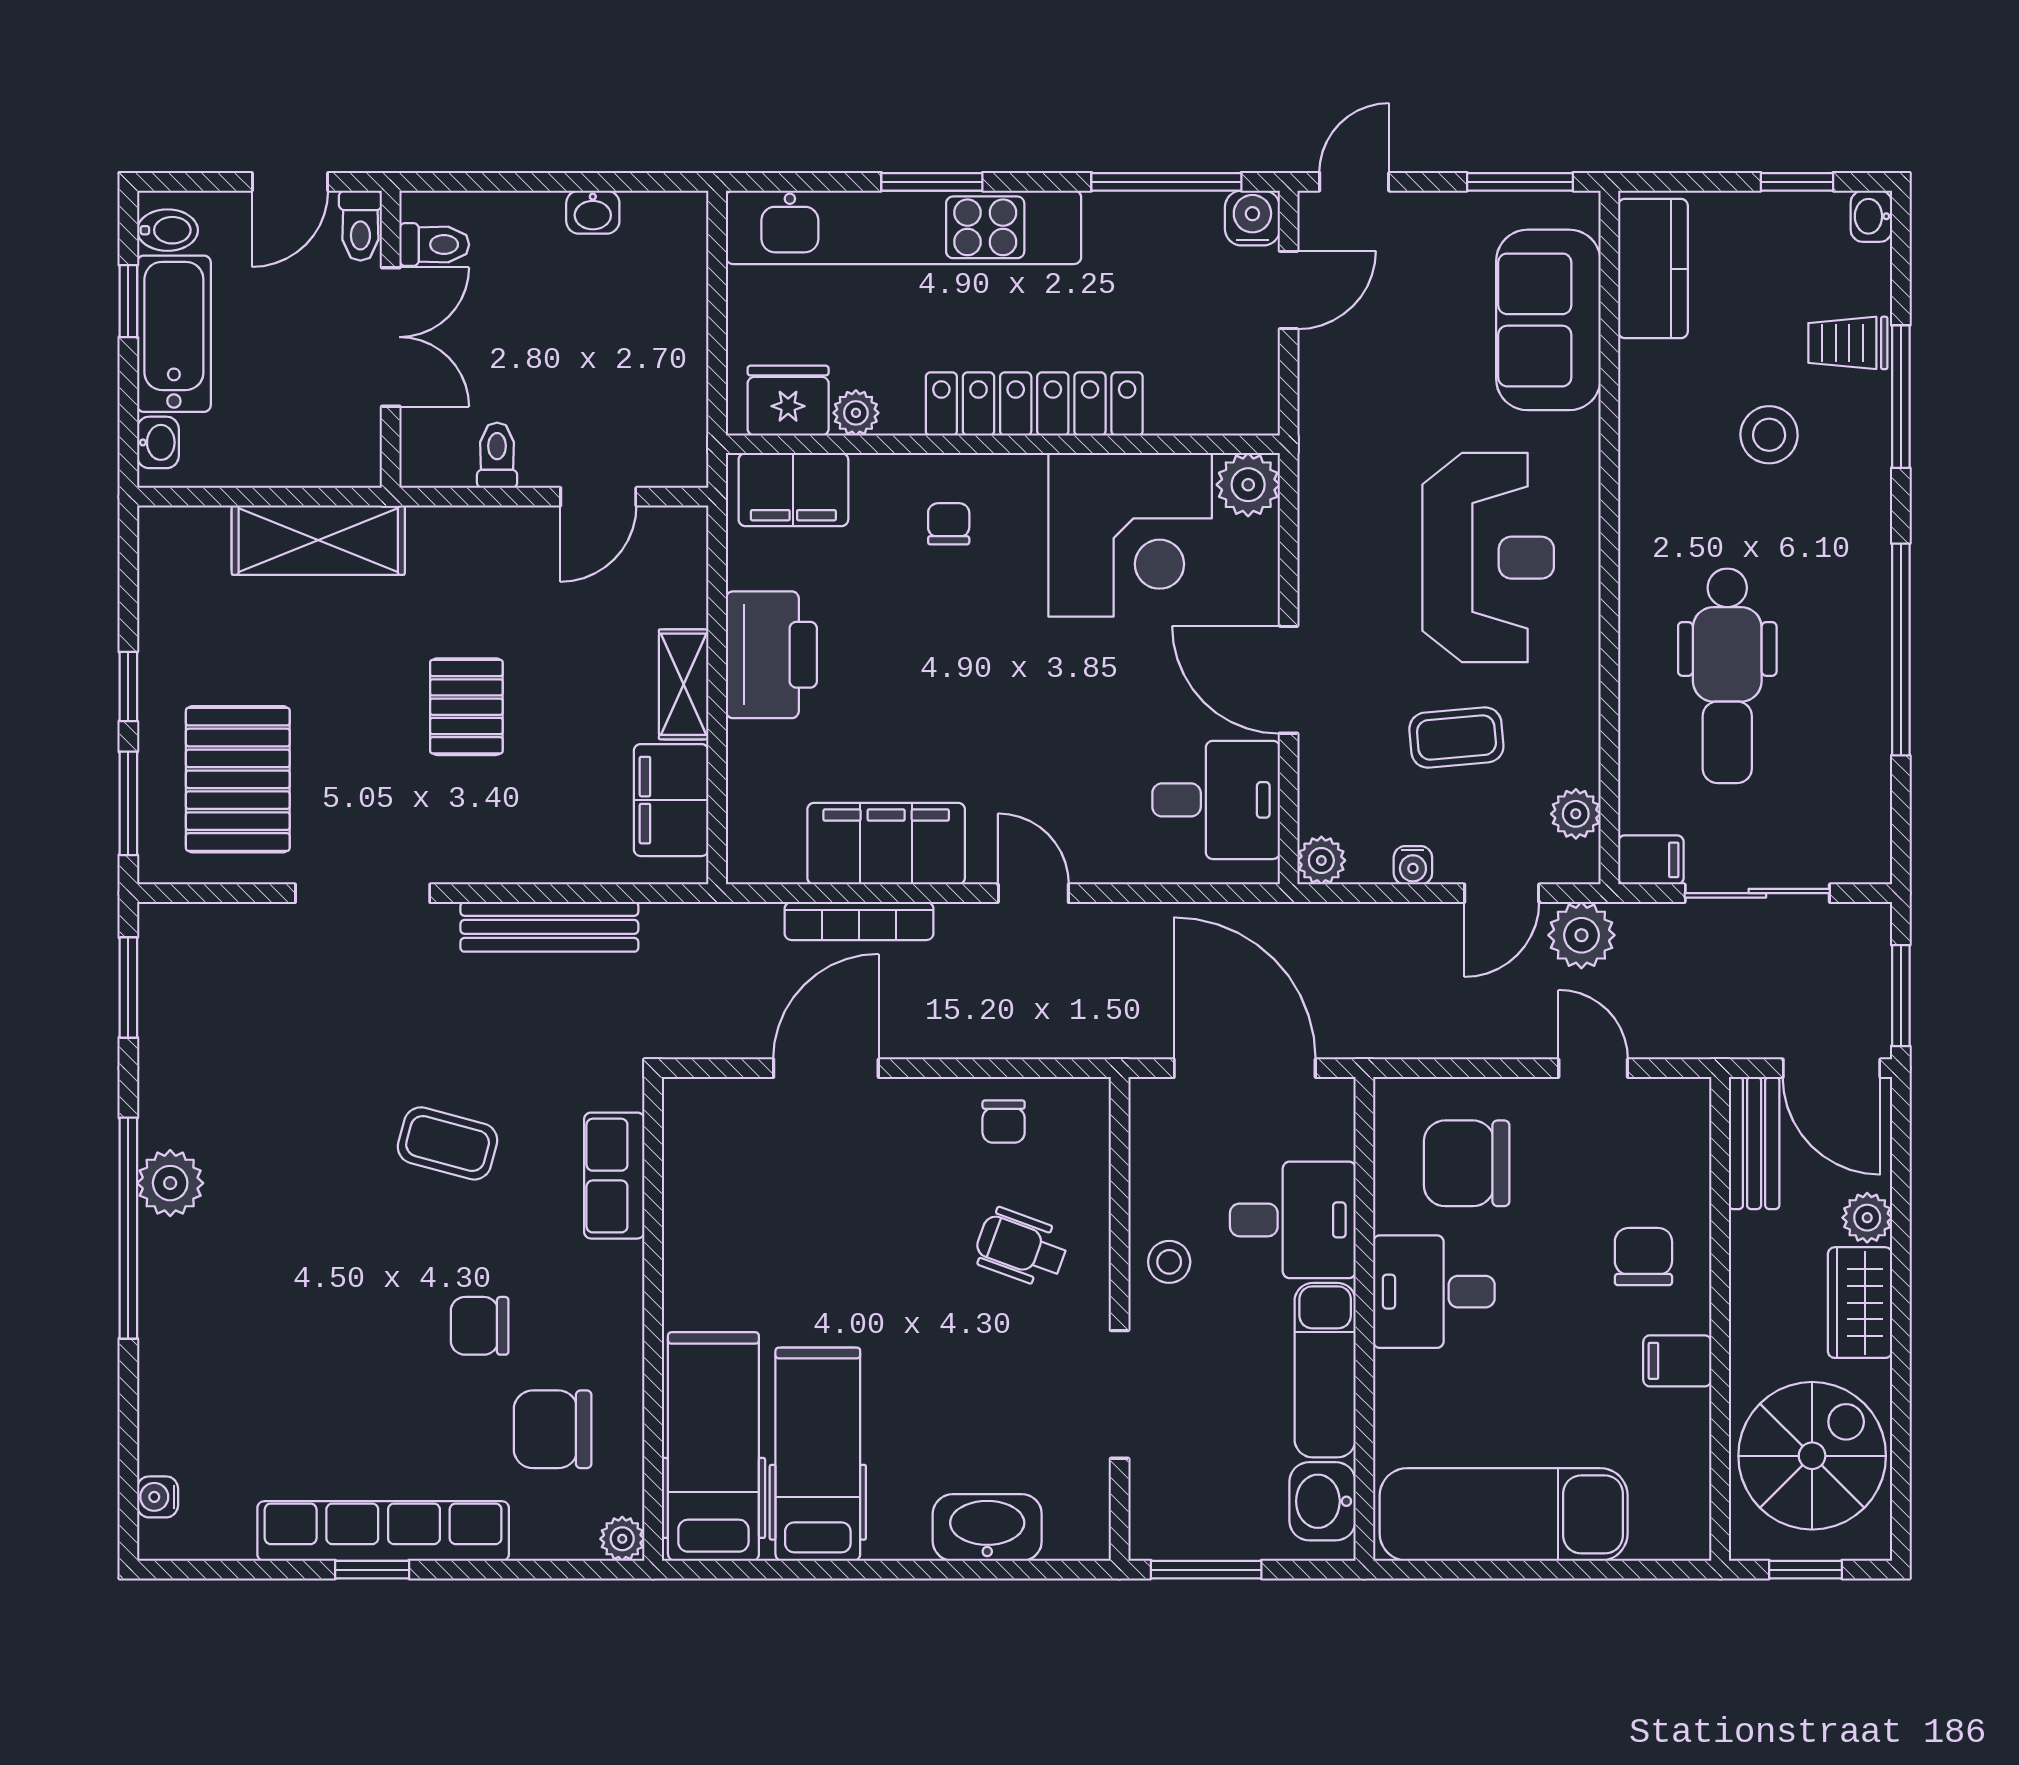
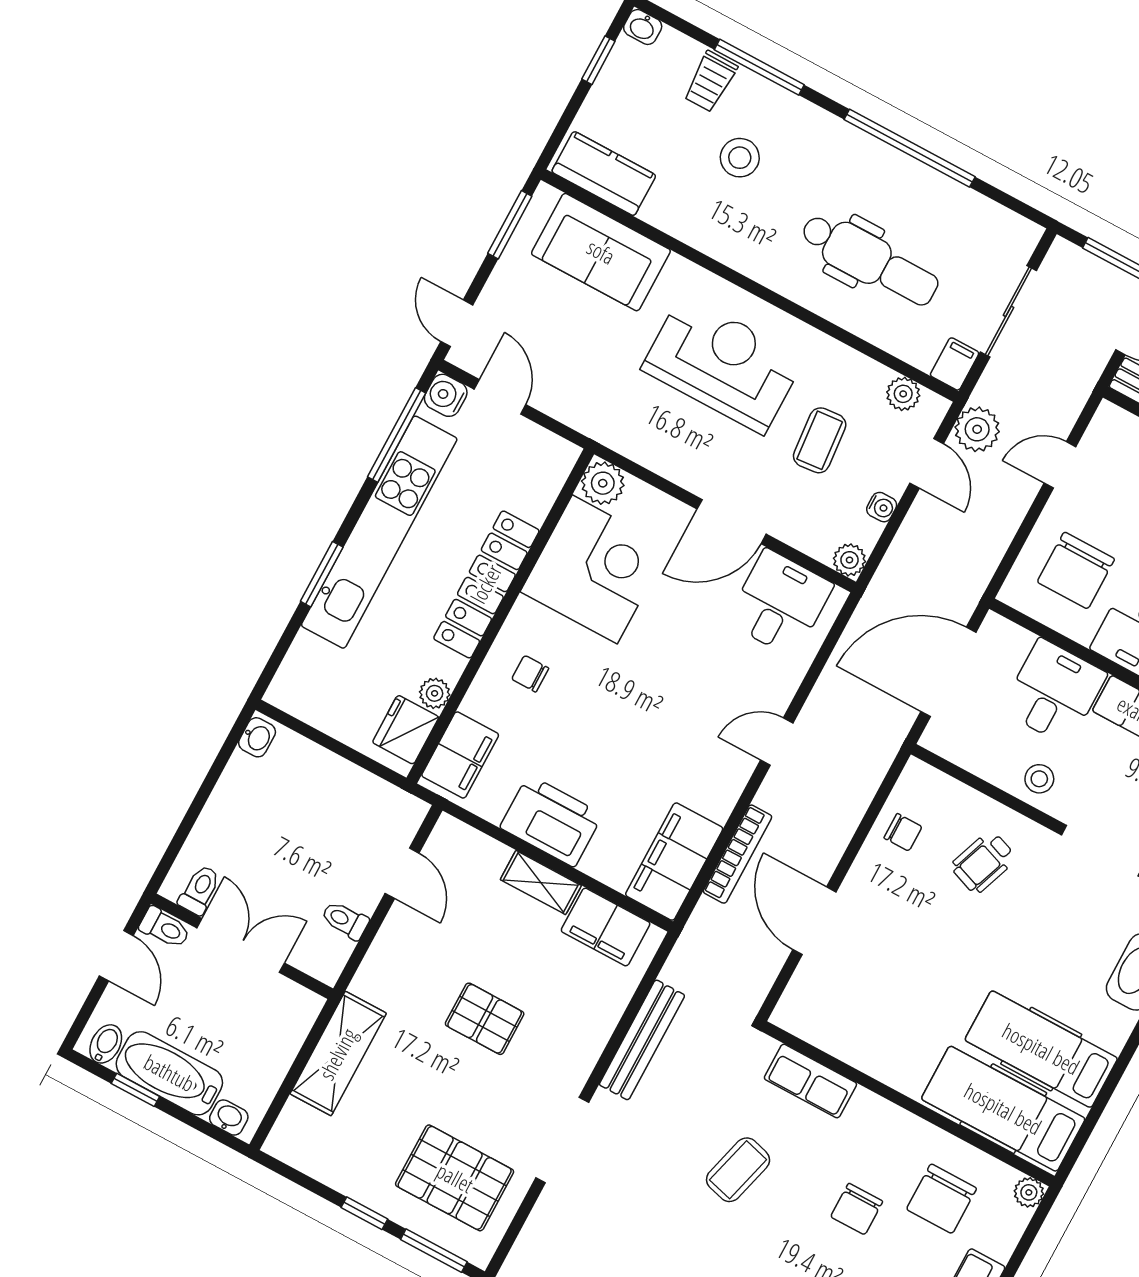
washbasin: (593, 212) -> (257, 737), moved
kitchen unit: (904, 227) -> (379, 532), moved
filing cabinet: (886, 844) -> (674, 862), moved

